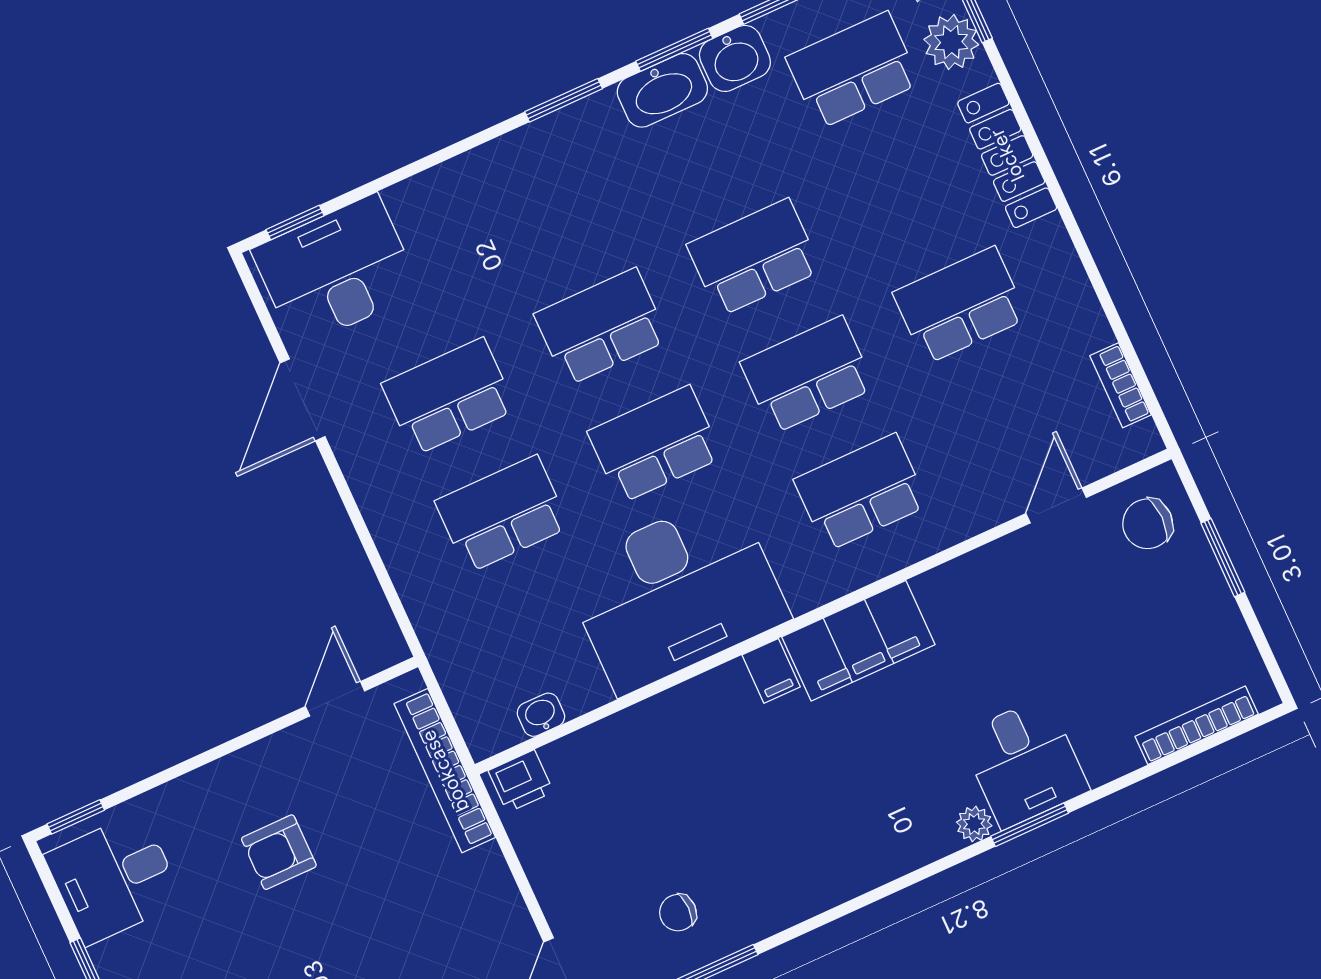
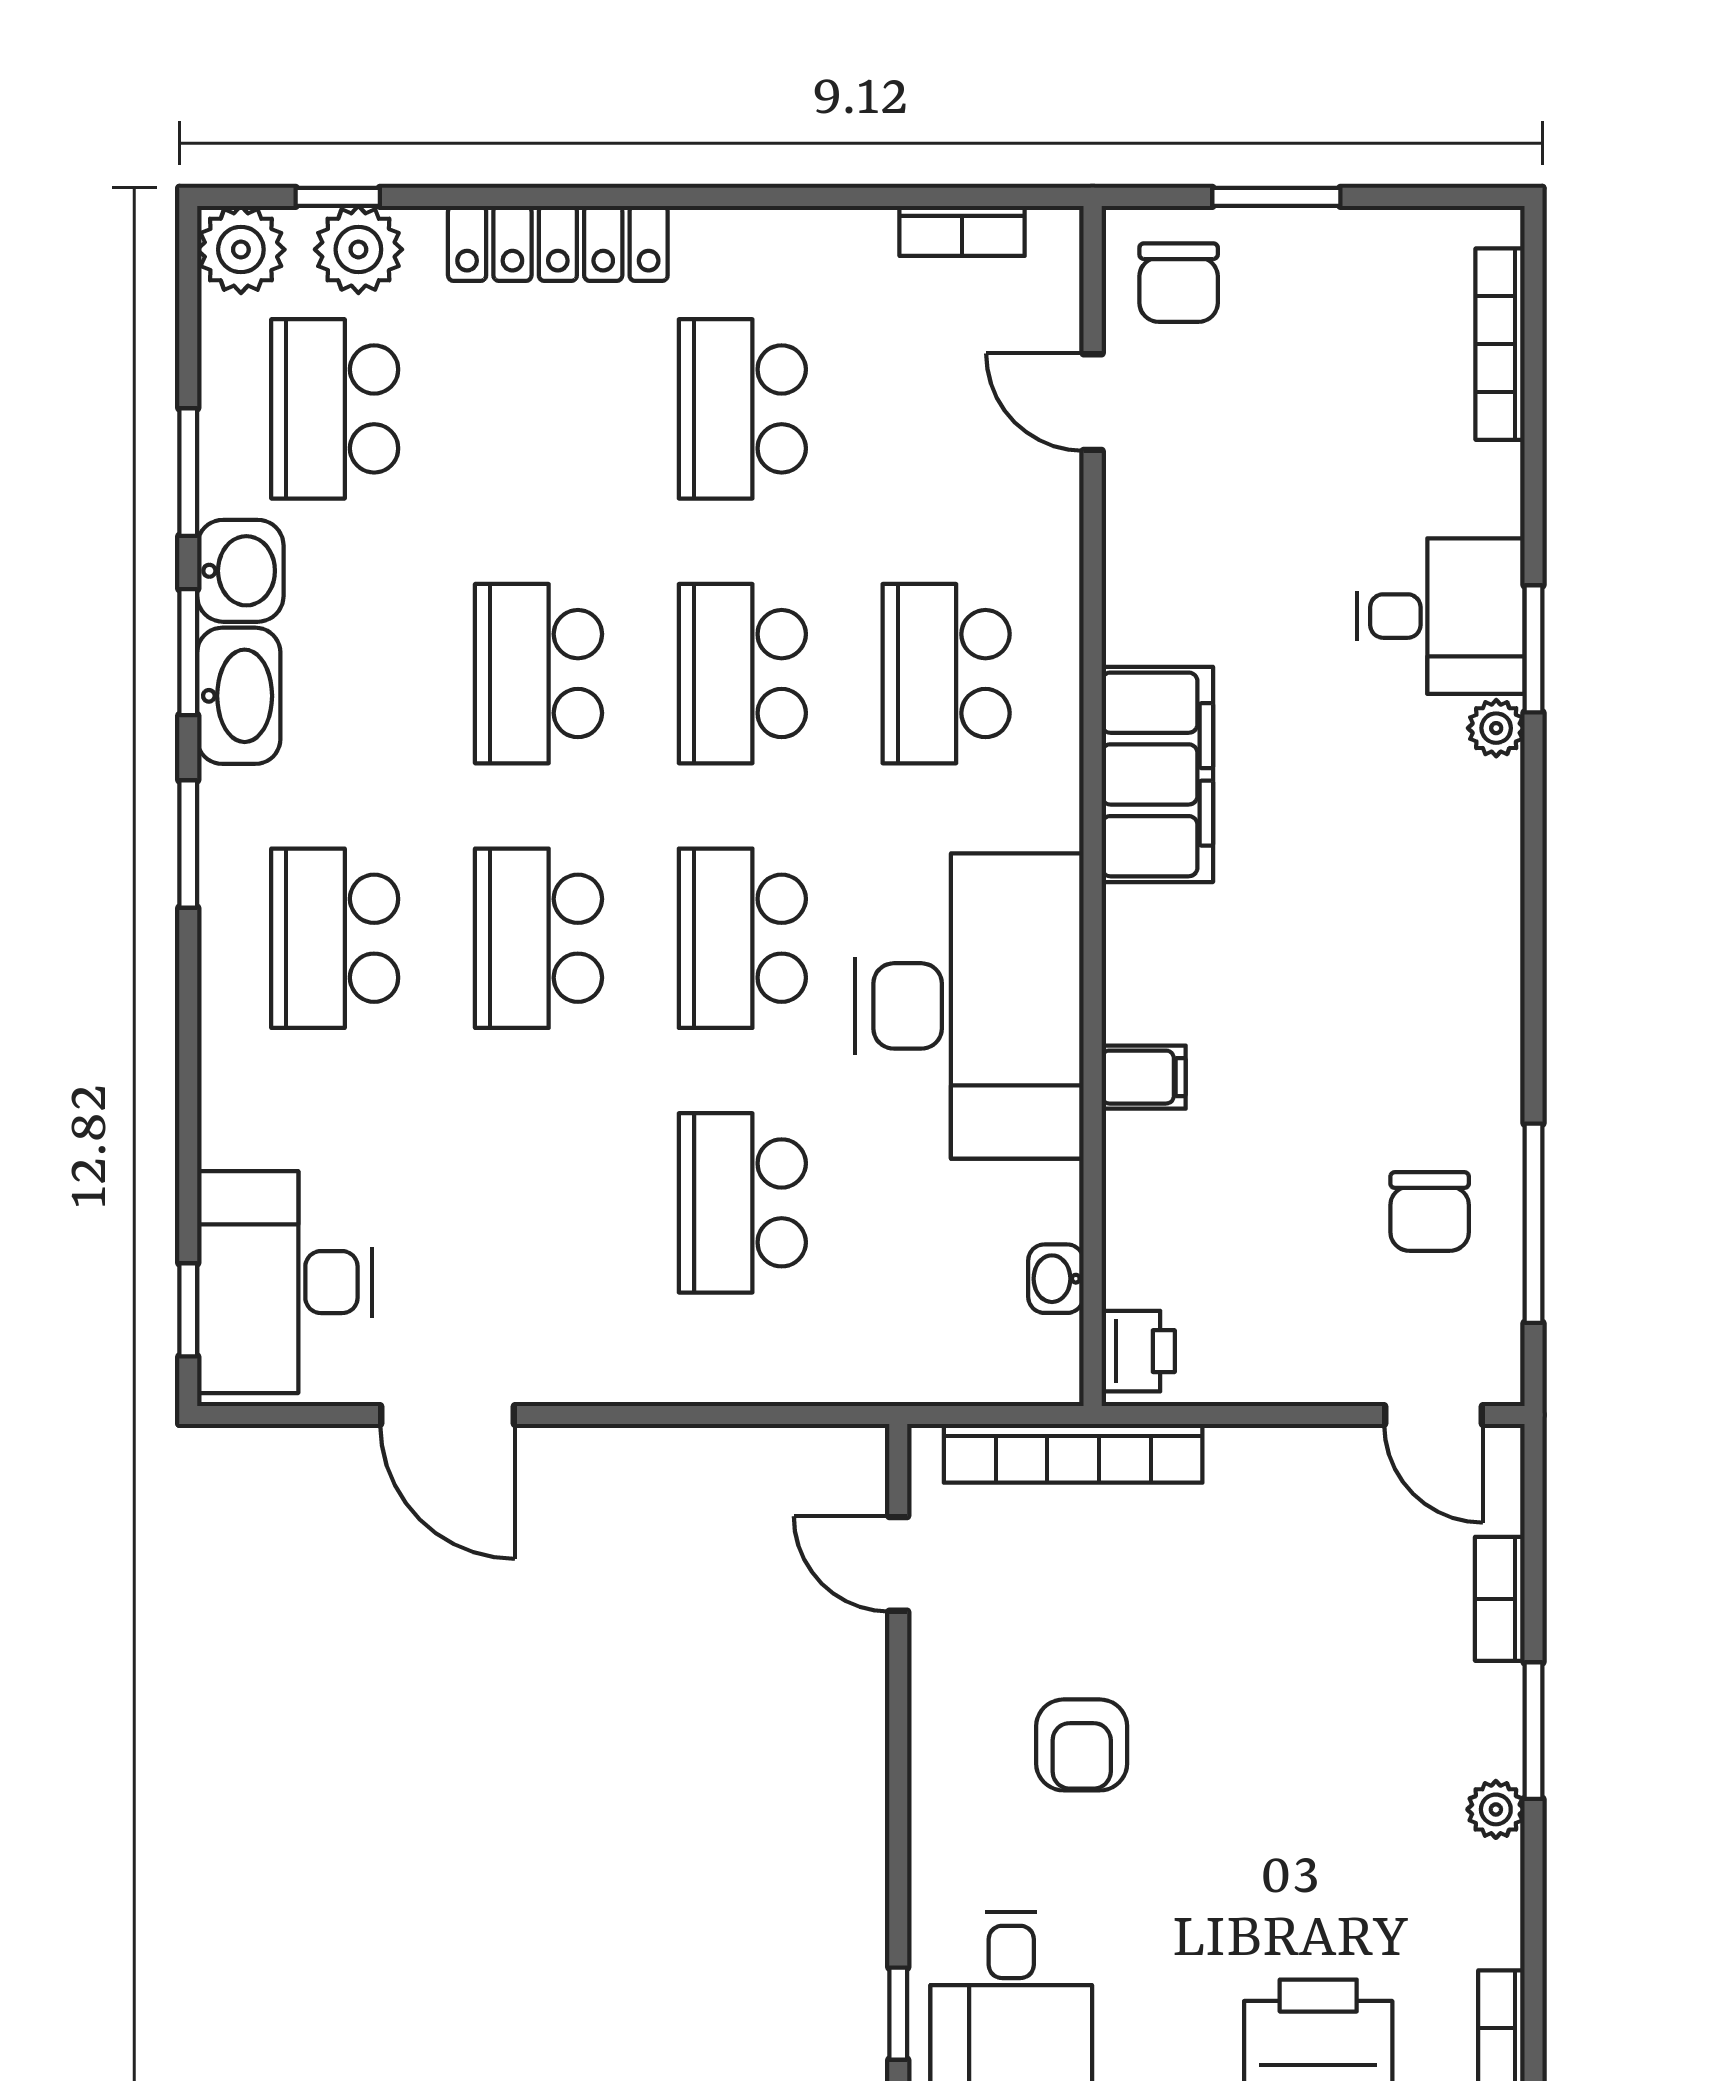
school desk: (449, 396) -> (335, 938), moved
filing cabinet: (771, 671) -> (1144, 1077), moved
chair: (678, 913) -> (1430, 1212), width x1.37, depth x1.37

